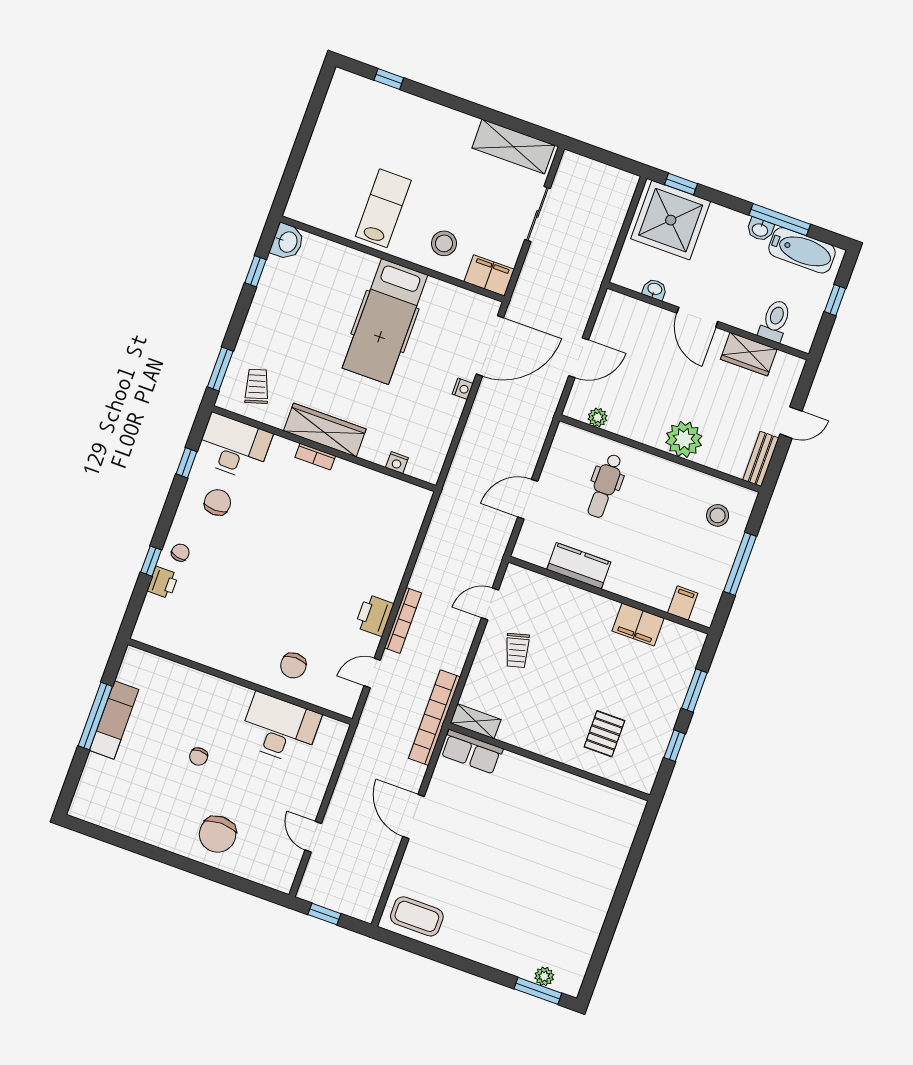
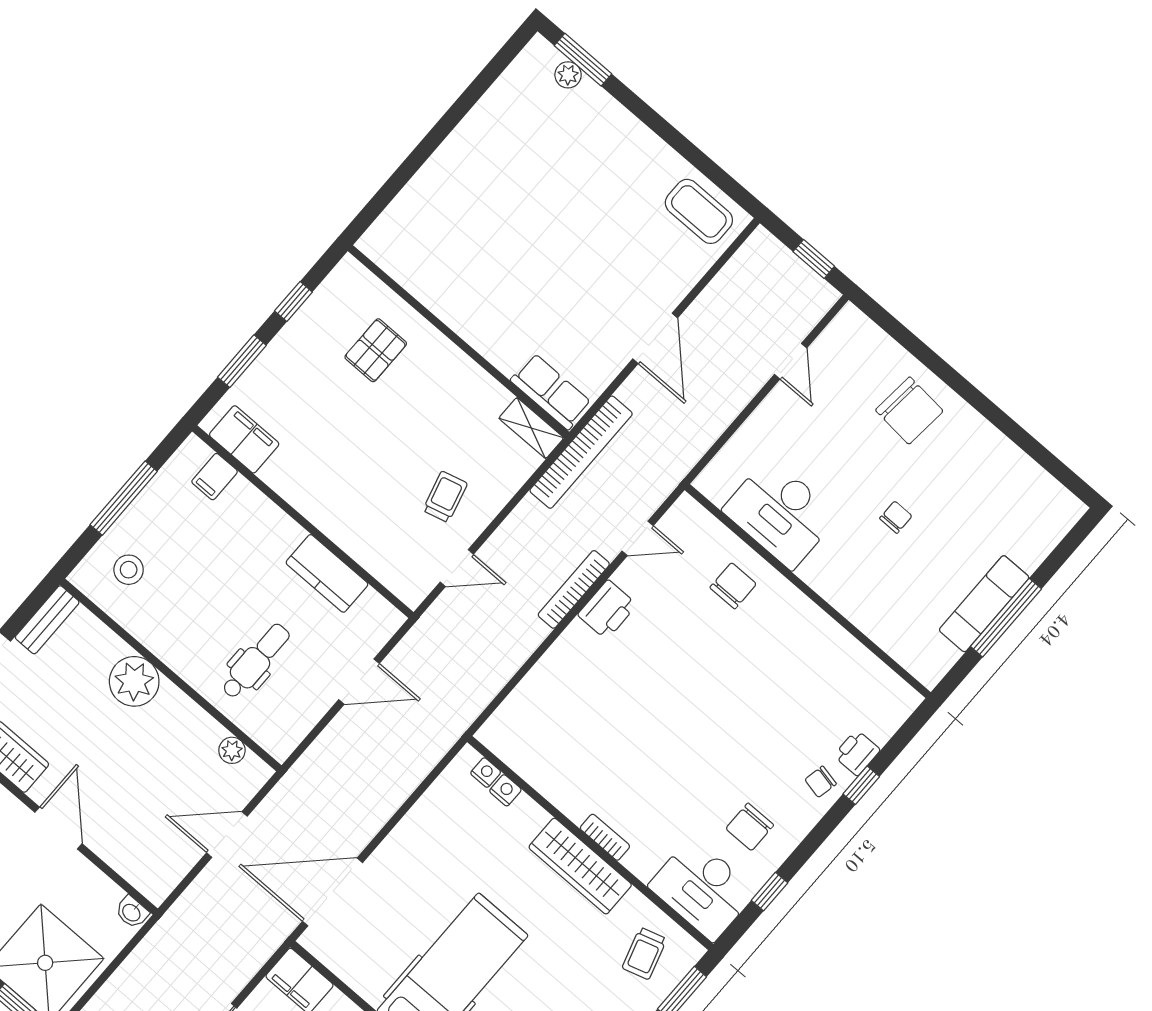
washbasin: (655, 289) -> (132, 912), moved
nightstand: (463, 389) -> (486, 773), moved, turned 90
filing cabinet: (638, 625) -> (244, 439), moved
chair: (218, 834) -> (909, 411), turned 95

